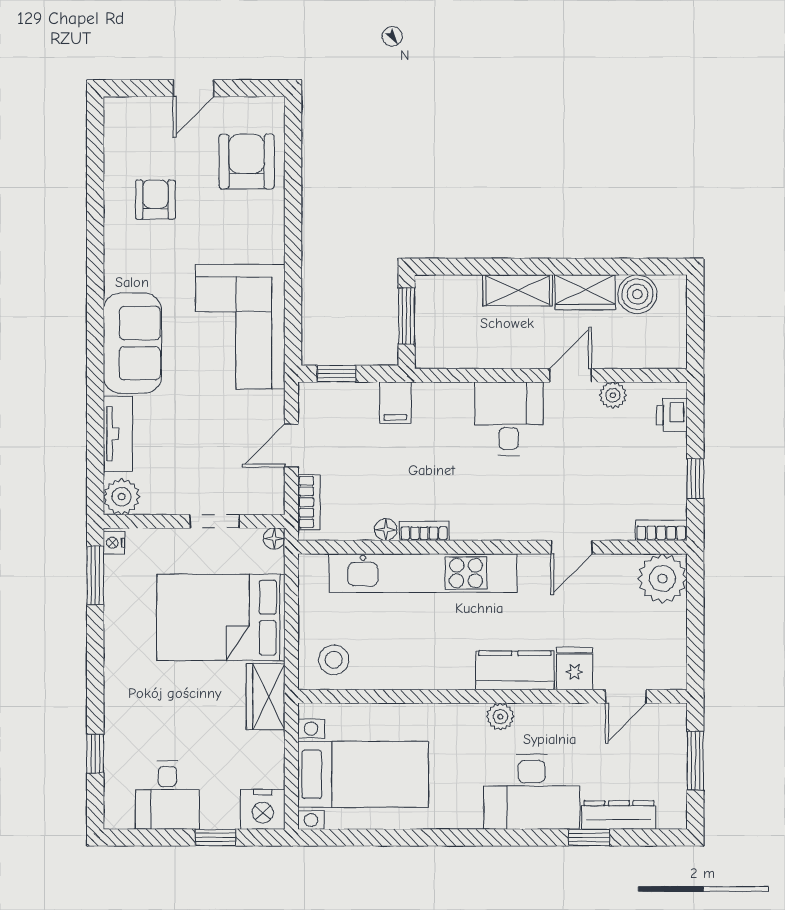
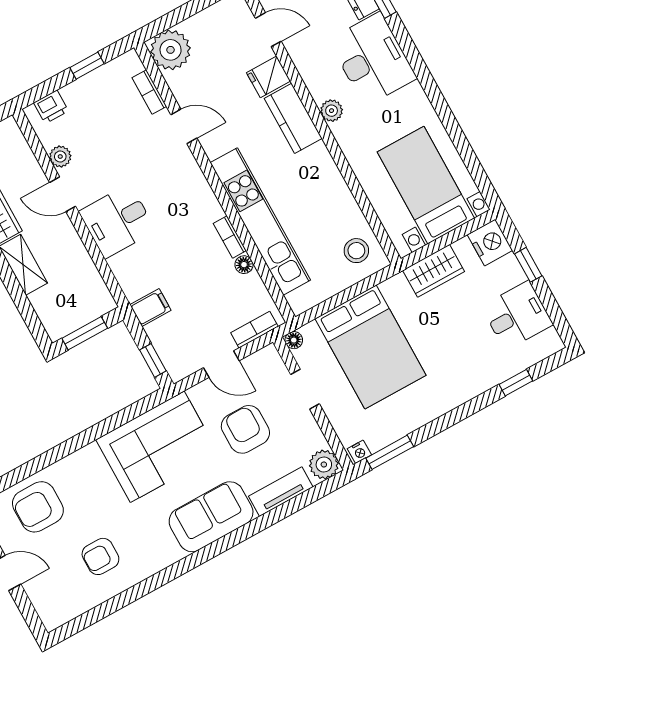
armchair: (206, 433) -> (245, 429), added
bookcase: (661, 530) -> (149, 92), moved
wardrobe: (266, 697) -> (433, 271), moved

